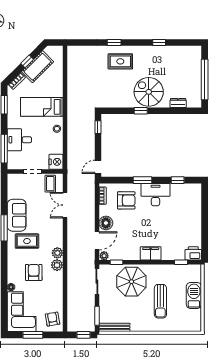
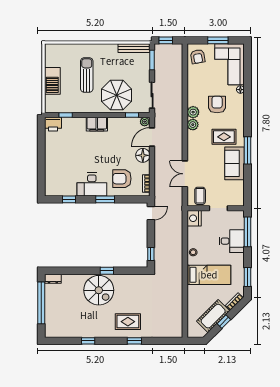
dresser: (178, 103) -> (53, 279), moved
double door: (65, 205) -> (185, 174), swing flipped
armchair: (34, 272) -> (217, 105), turned 180

